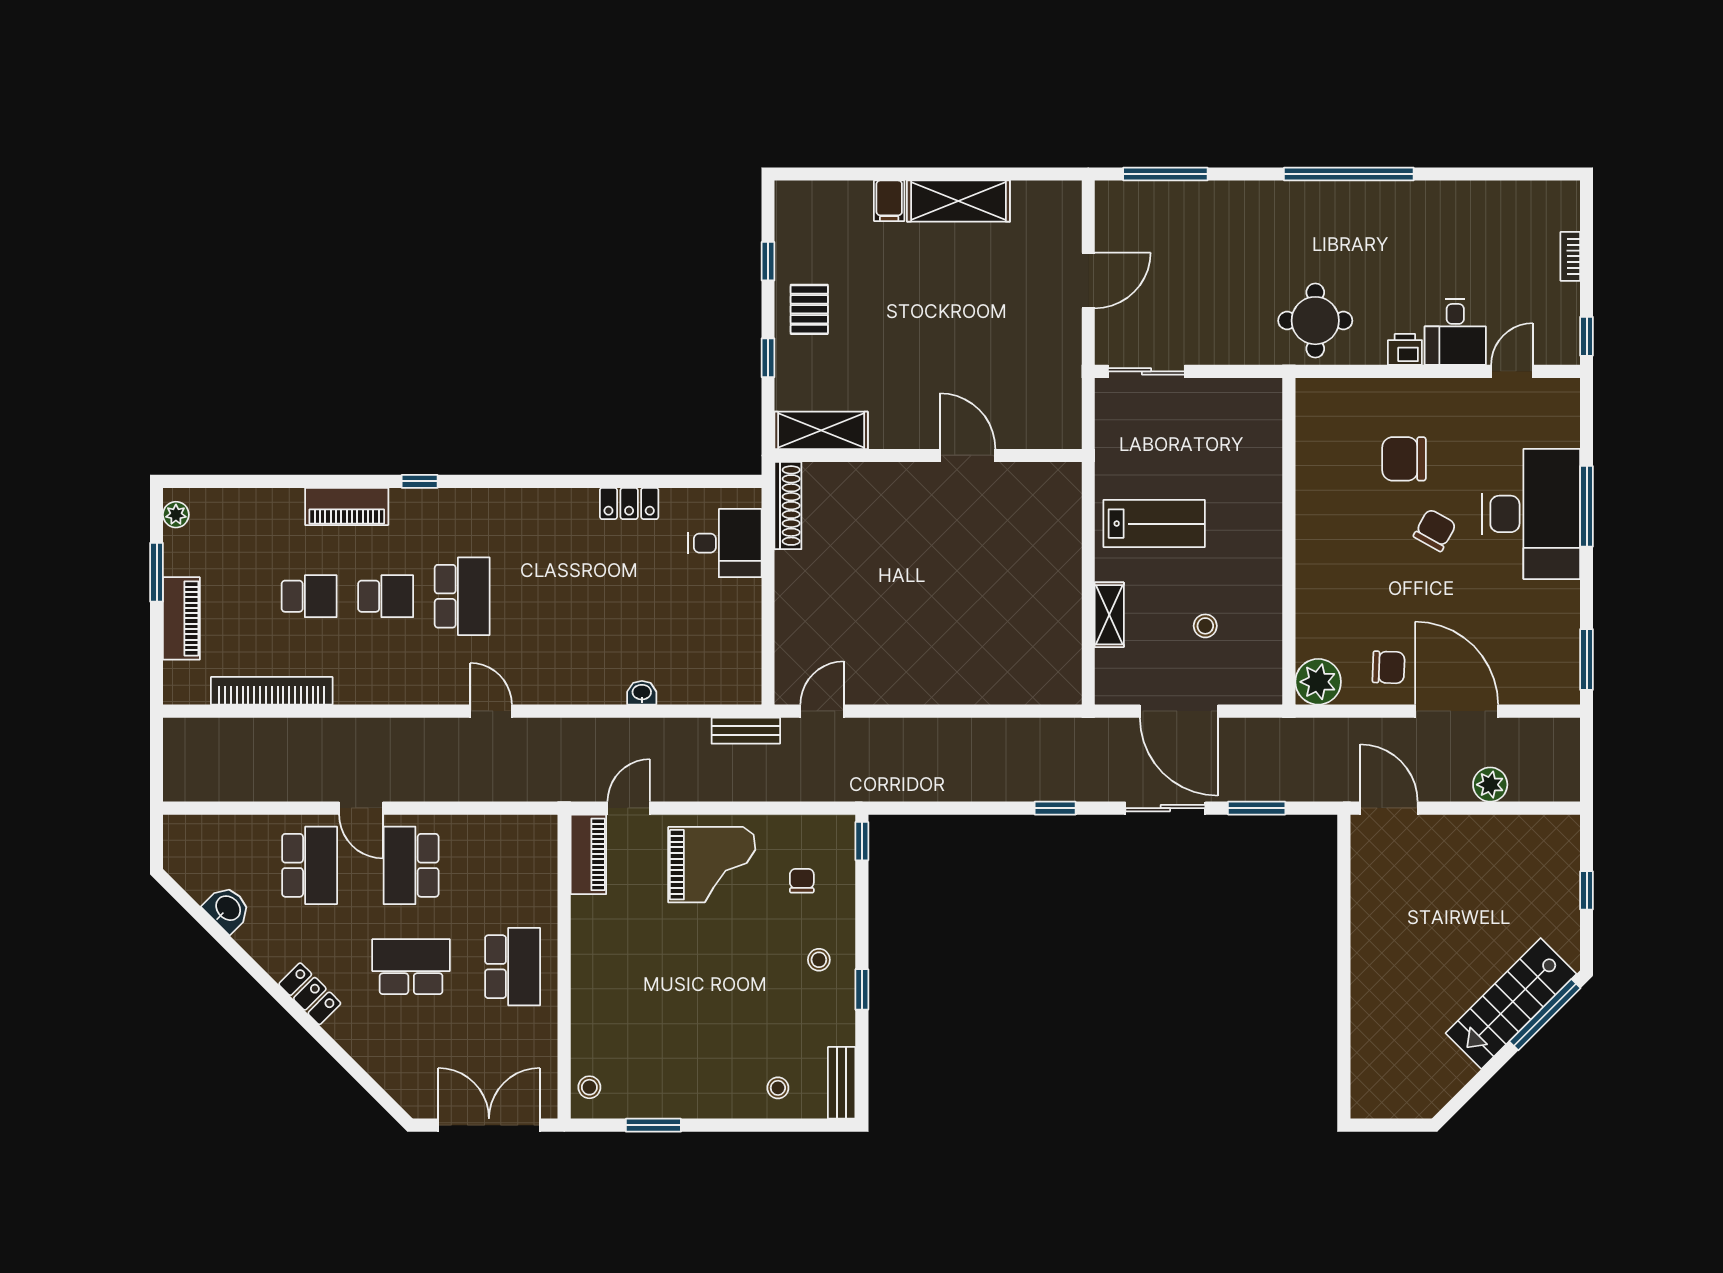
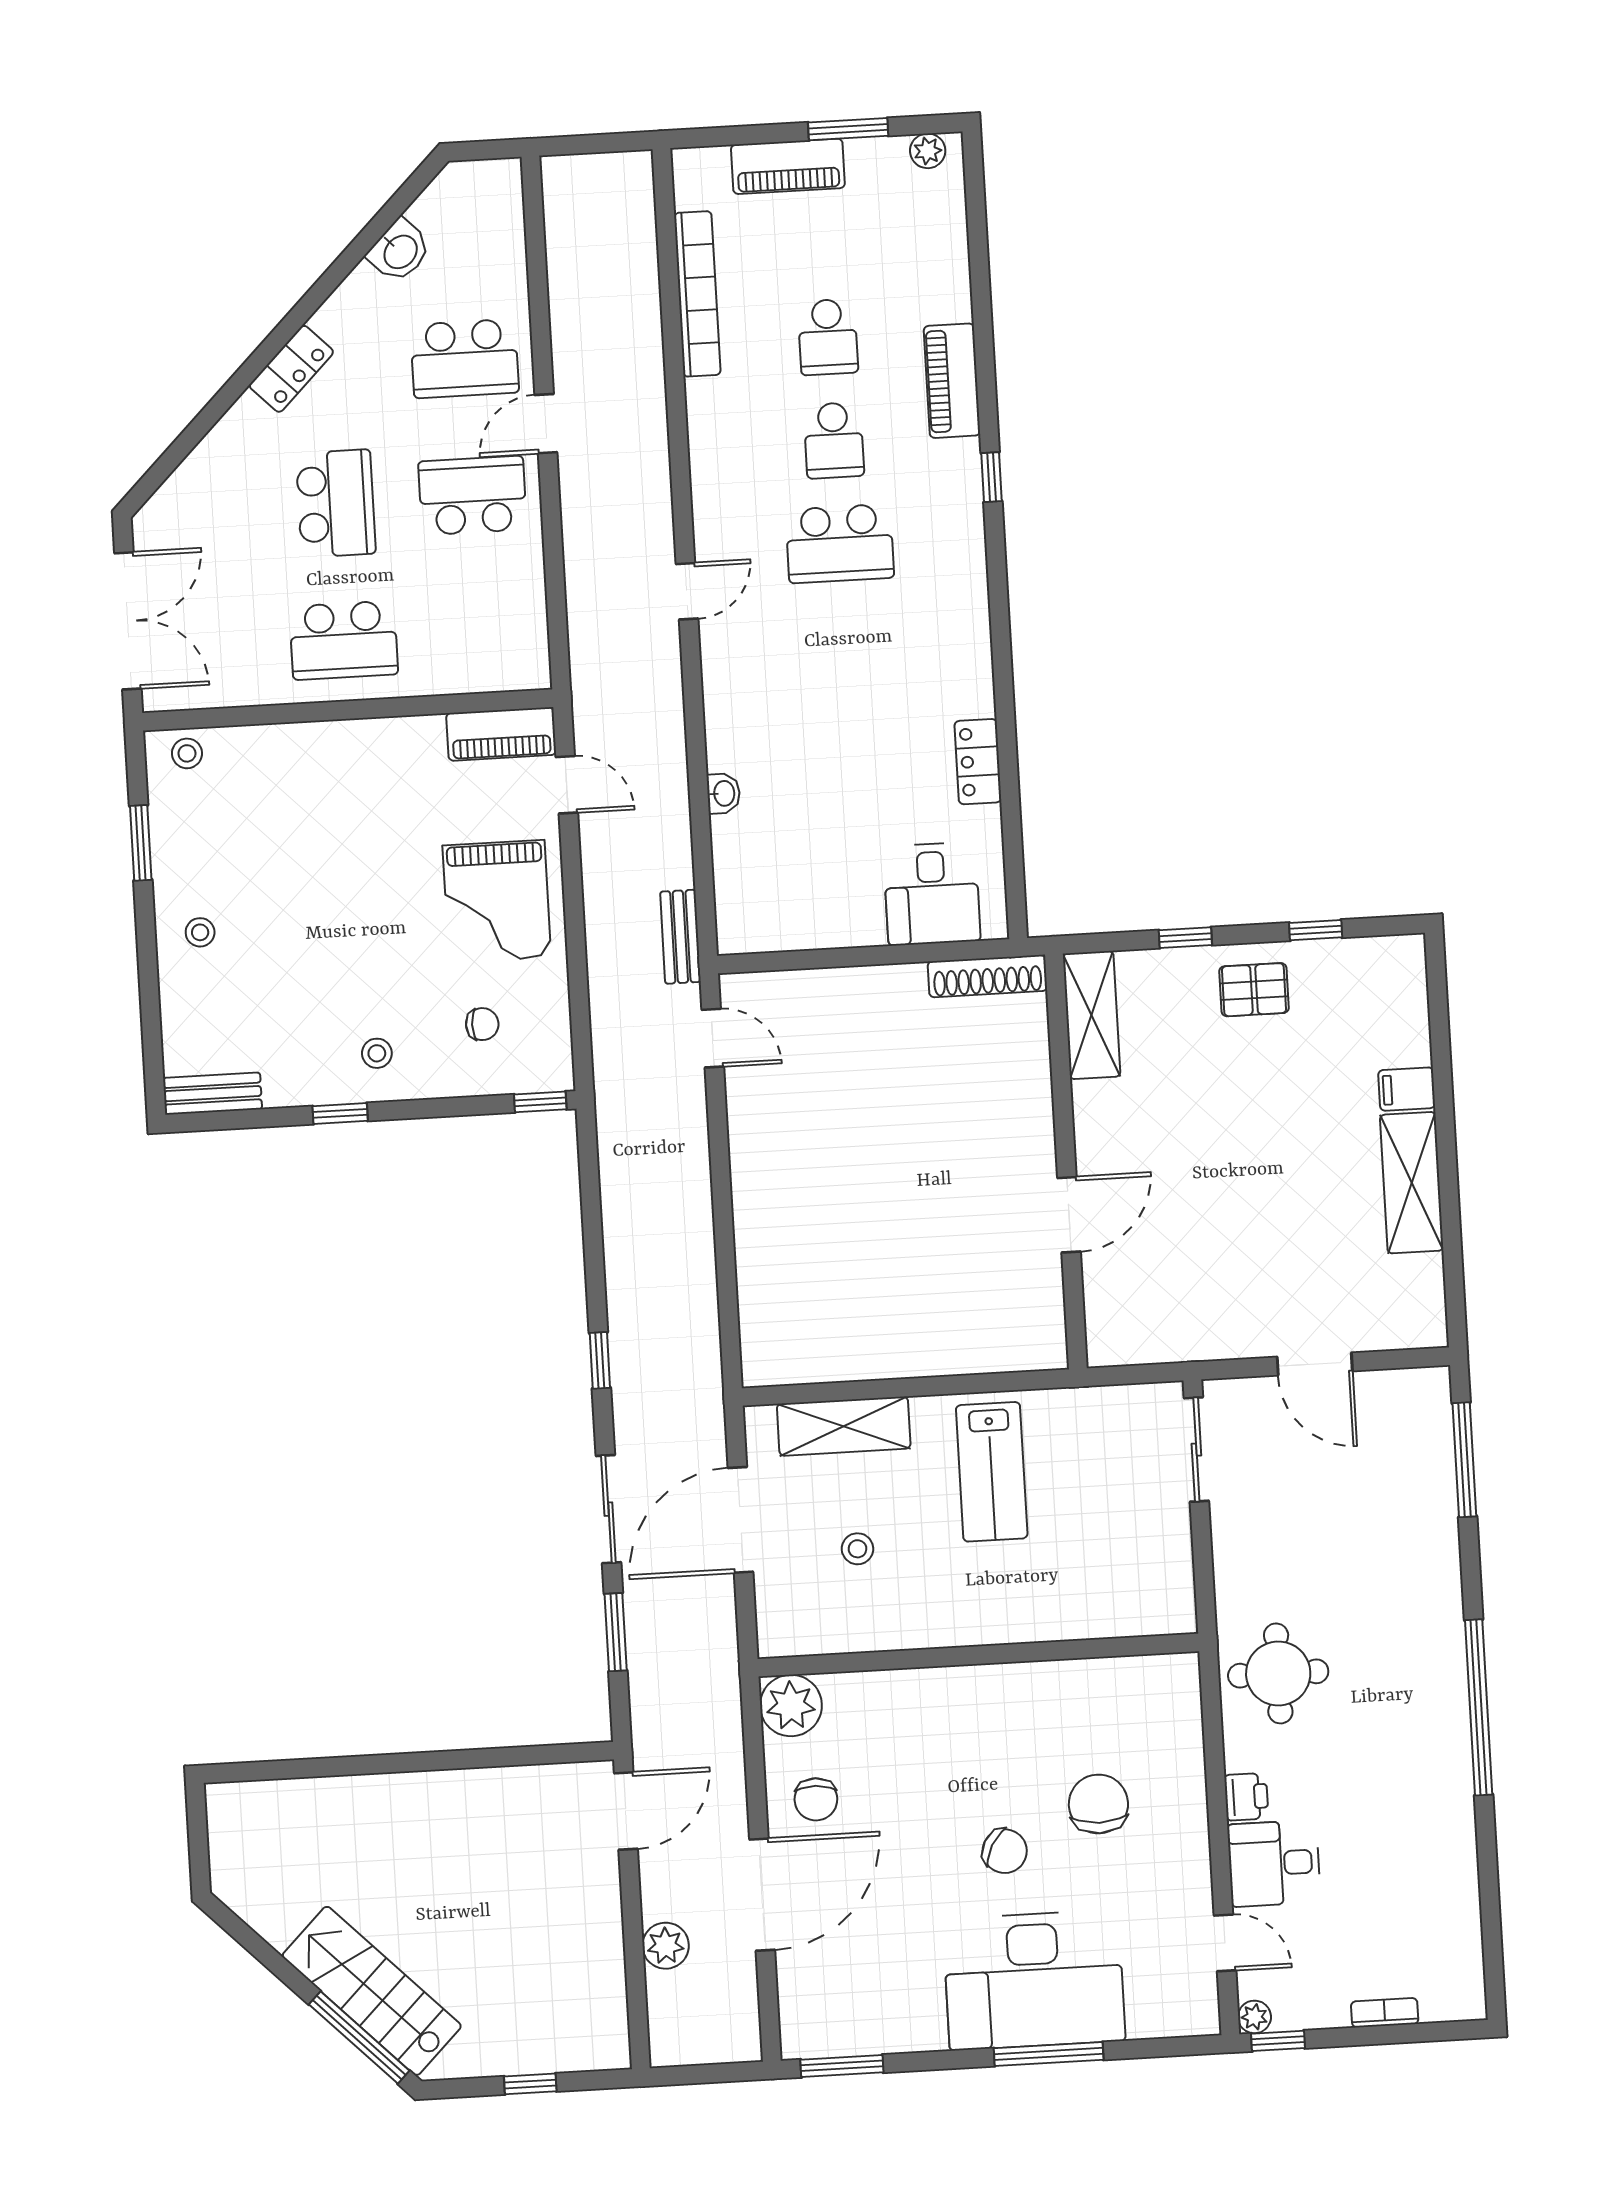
plant: (1568, 353) -> (1254, 2017), added
shelving: (1109, 615) -> (844, 1426), width x1.50, depth x1.33
stool: (778, 1088) -> (200, 932), moved

